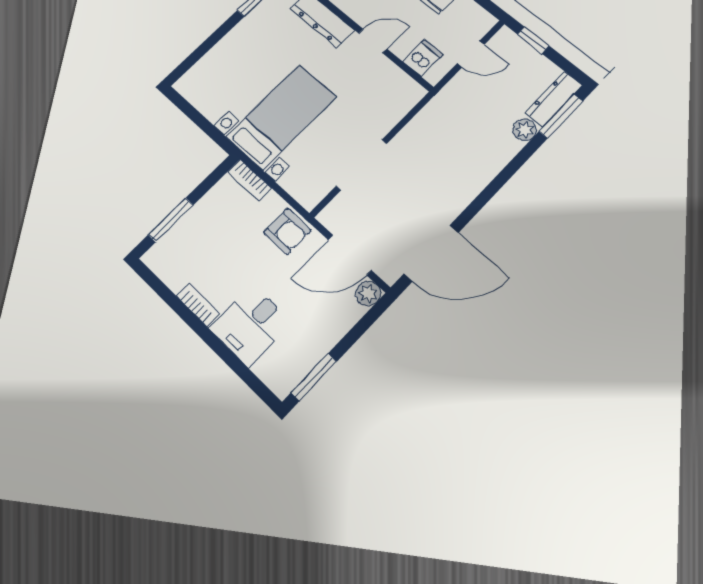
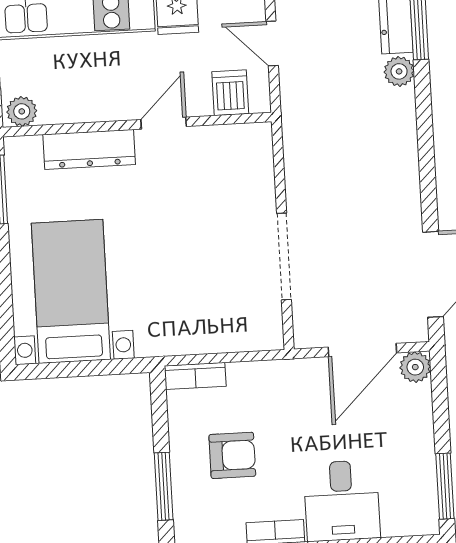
door: (471, 54) -> (272, 43), swing flipped
bed with nightstands: (281, 117) -> (71, 291), moved
armchair: (287, 231) -> (232, 455), moved

